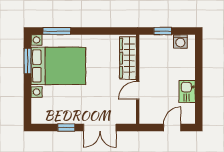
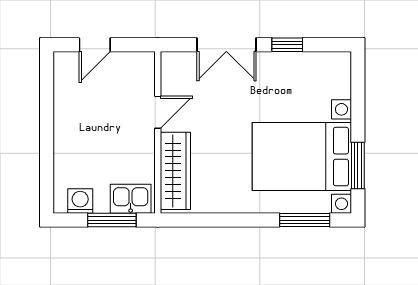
window: (163, 31) -> (112, 220), width x1.50
kitchen sink: (187, 92) -> (131, 199), moved, turned -90
double door: (100, 128) -> (226, 45), swing flipped

